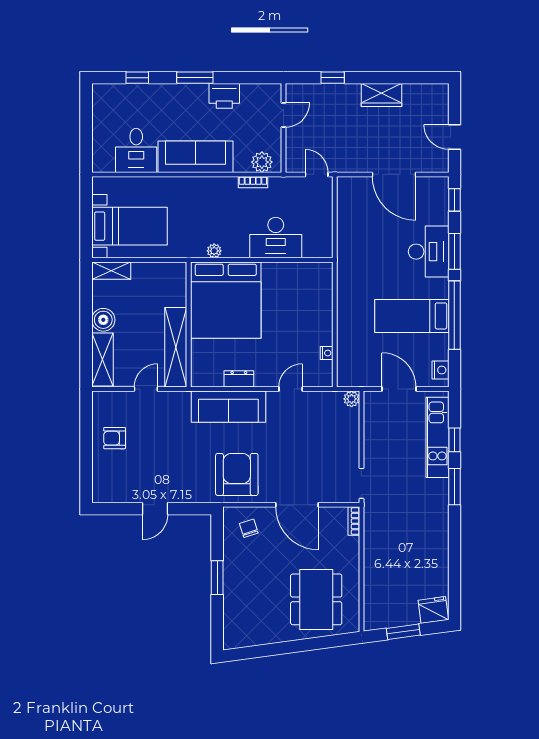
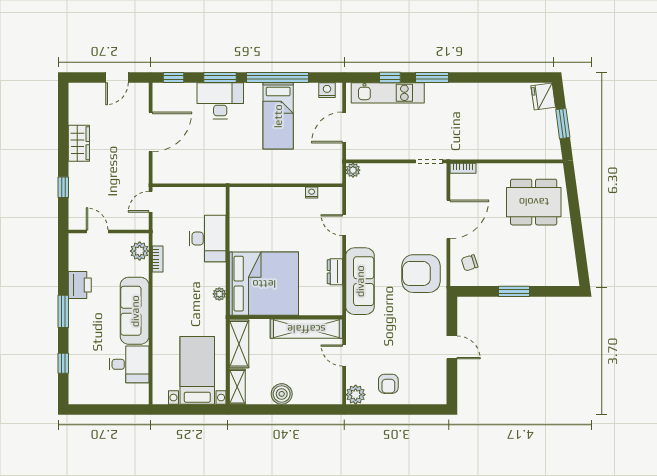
shelving: (102, 359) -> (239, 344), moved, turned 90
plant: (103, 402) -> (356, 395), added

